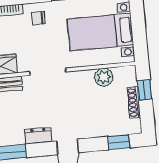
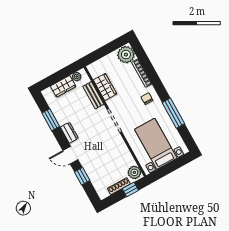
plant: (104, 77) -> (134, 172), moved
window: (119, 142) -> (82, 176), moved

